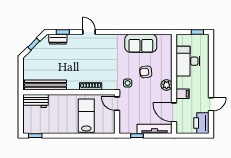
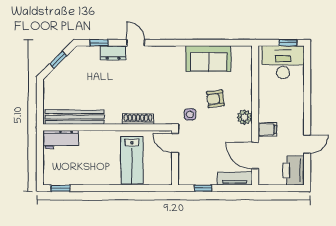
dresser: (58, 39) -> (113, 53), moved
desk: (188, 61) -> (283, 62), moved, turned 90
lab bench: (86, 116) -> (132, 160), turned 180
tv unit: (154, 129) -> (235, 179), width x0.71

